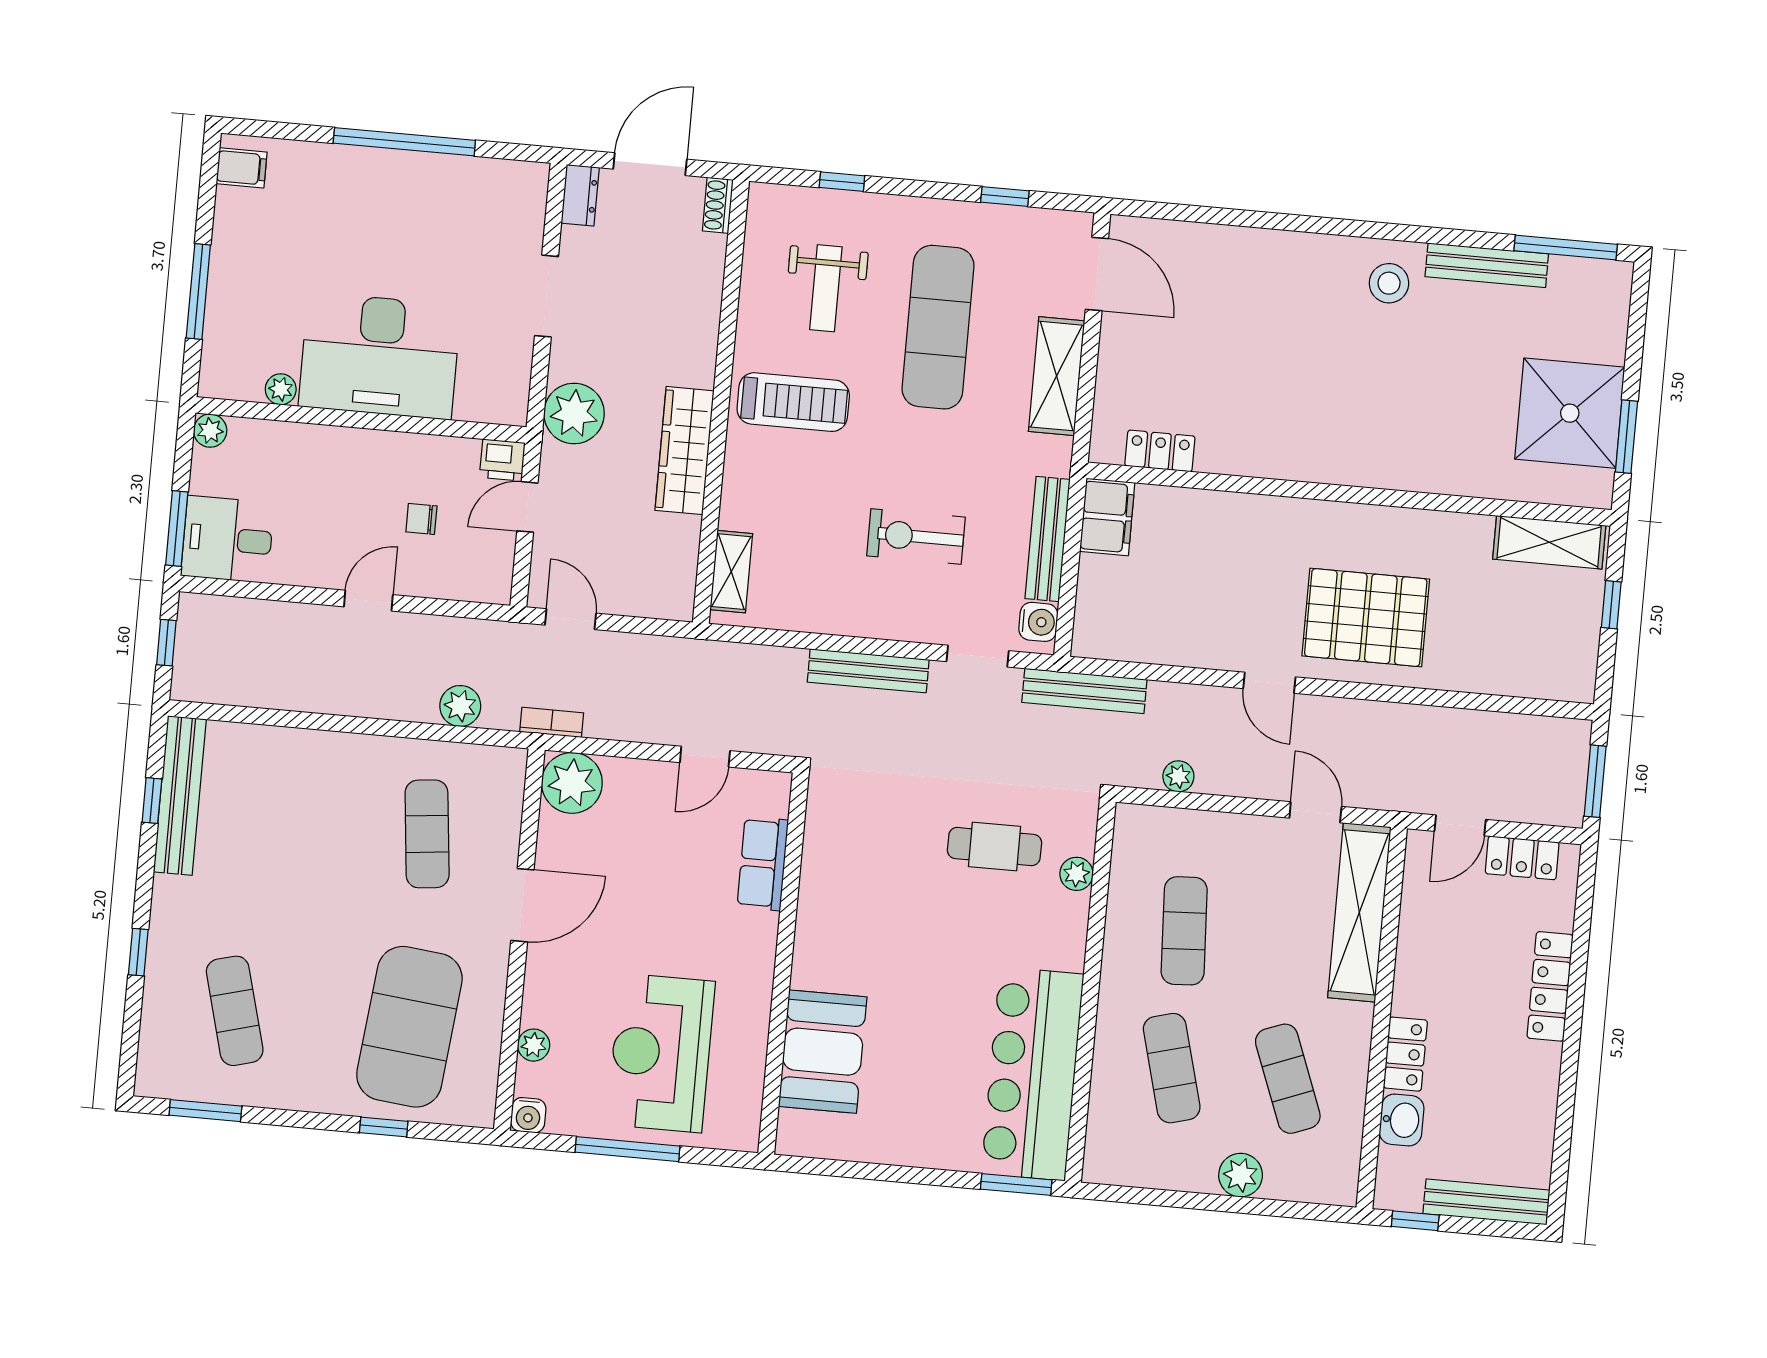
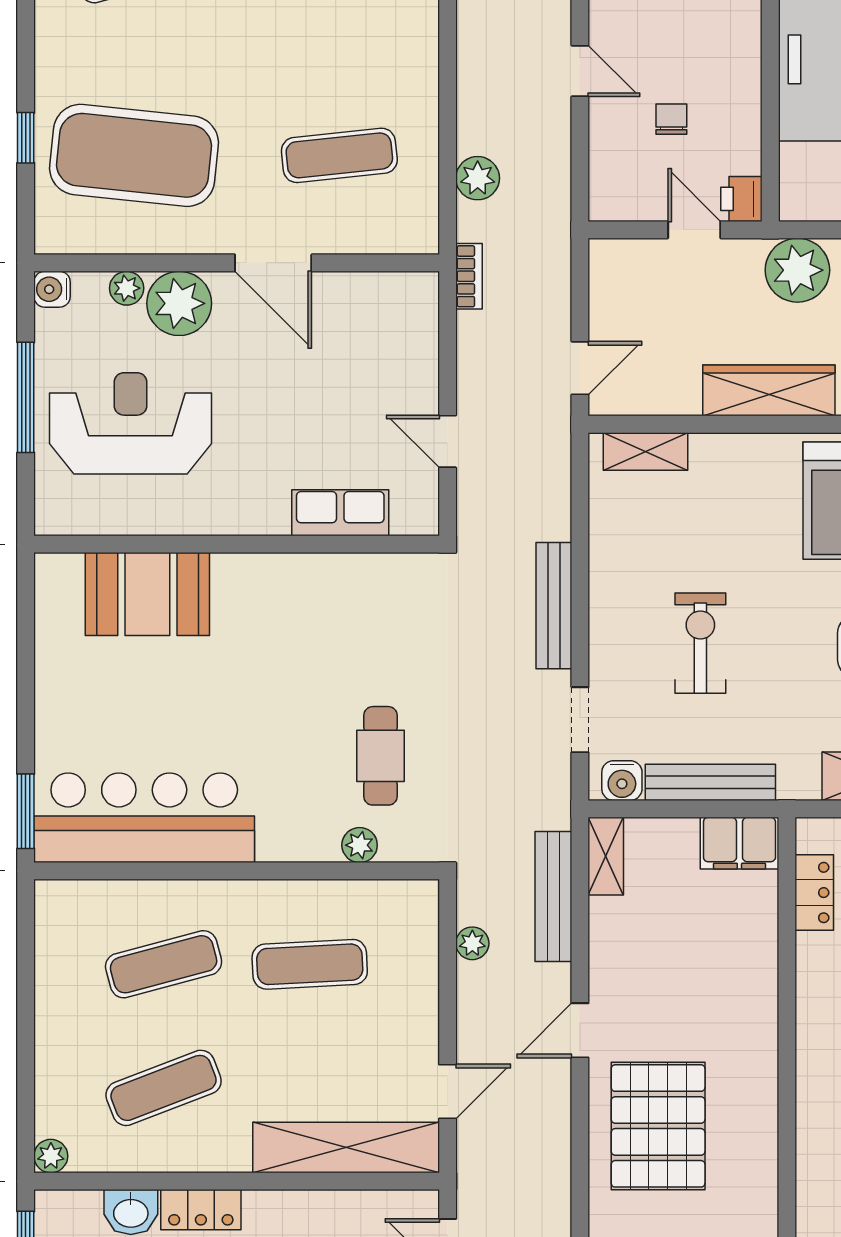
door: (571, 619) -> (580, 368), moved
shelving: (1108, 644) -> (606, 856), added
bench: (1084, 691) -> (553, 896), moved
plant: (572, 783) -> (179, 303), moved
plant: (1241, 1175) -> (51, 1156), moved, width x0.73, depth x0.73

